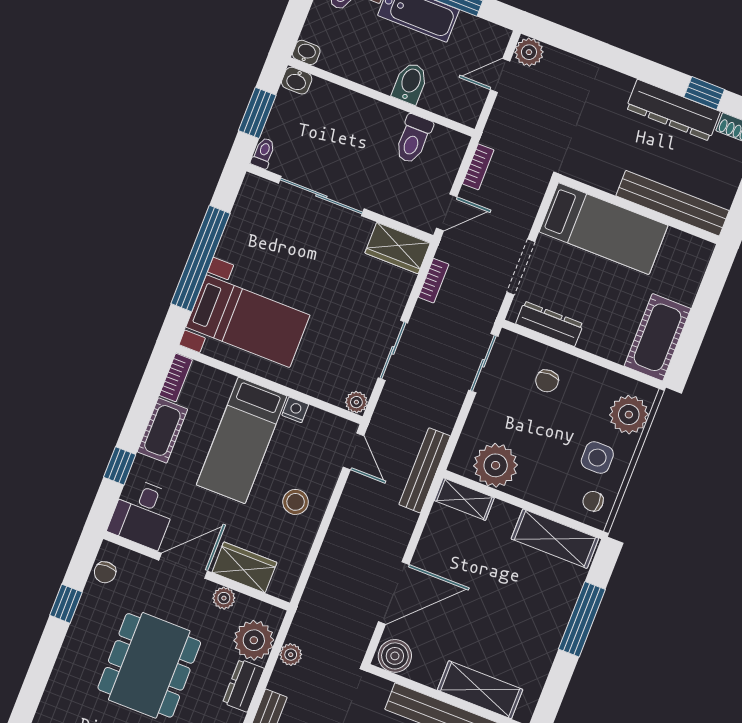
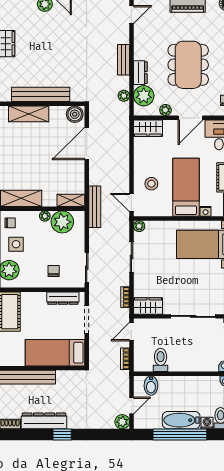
bidet: (410, 83) -> (151, 386), moved
window: (704, 93) -> (62, 435), moved
nightstand: (295, 410) -> (206, 211), moved
plant: (524, 489) -> (45, 216), added
stool: (296, 502) -> (151, 184), moved
wardrobe: (244, 567) -> (148, 128), moved

